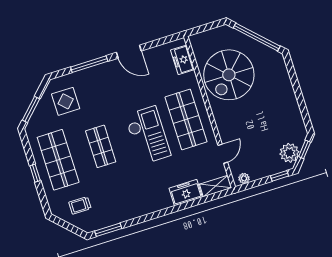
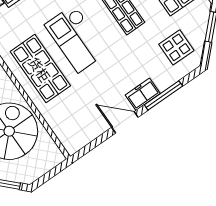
freezer: (183, 60) -> (143, 94), moved, turned -90

